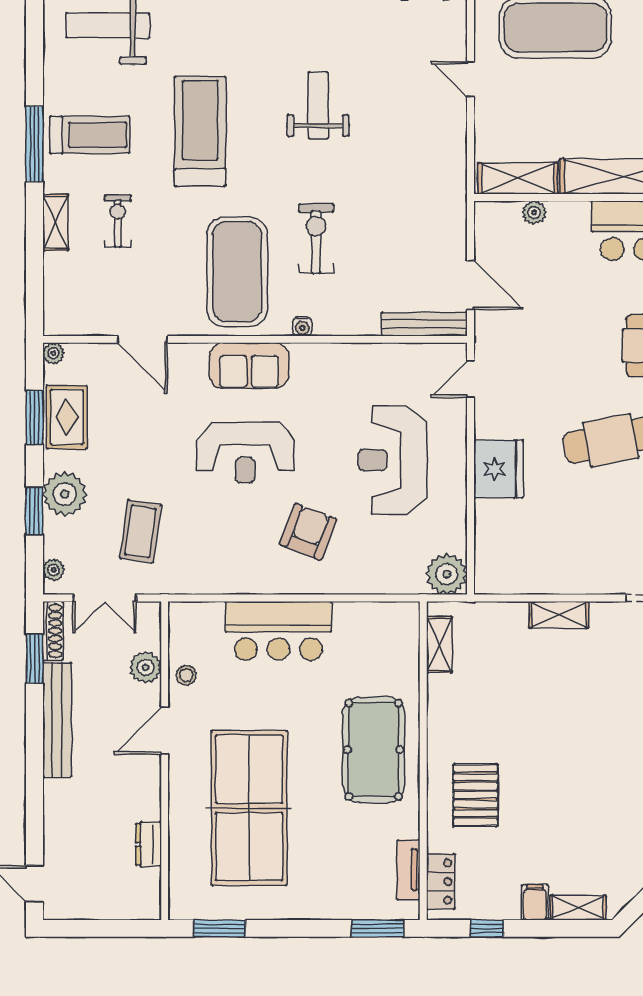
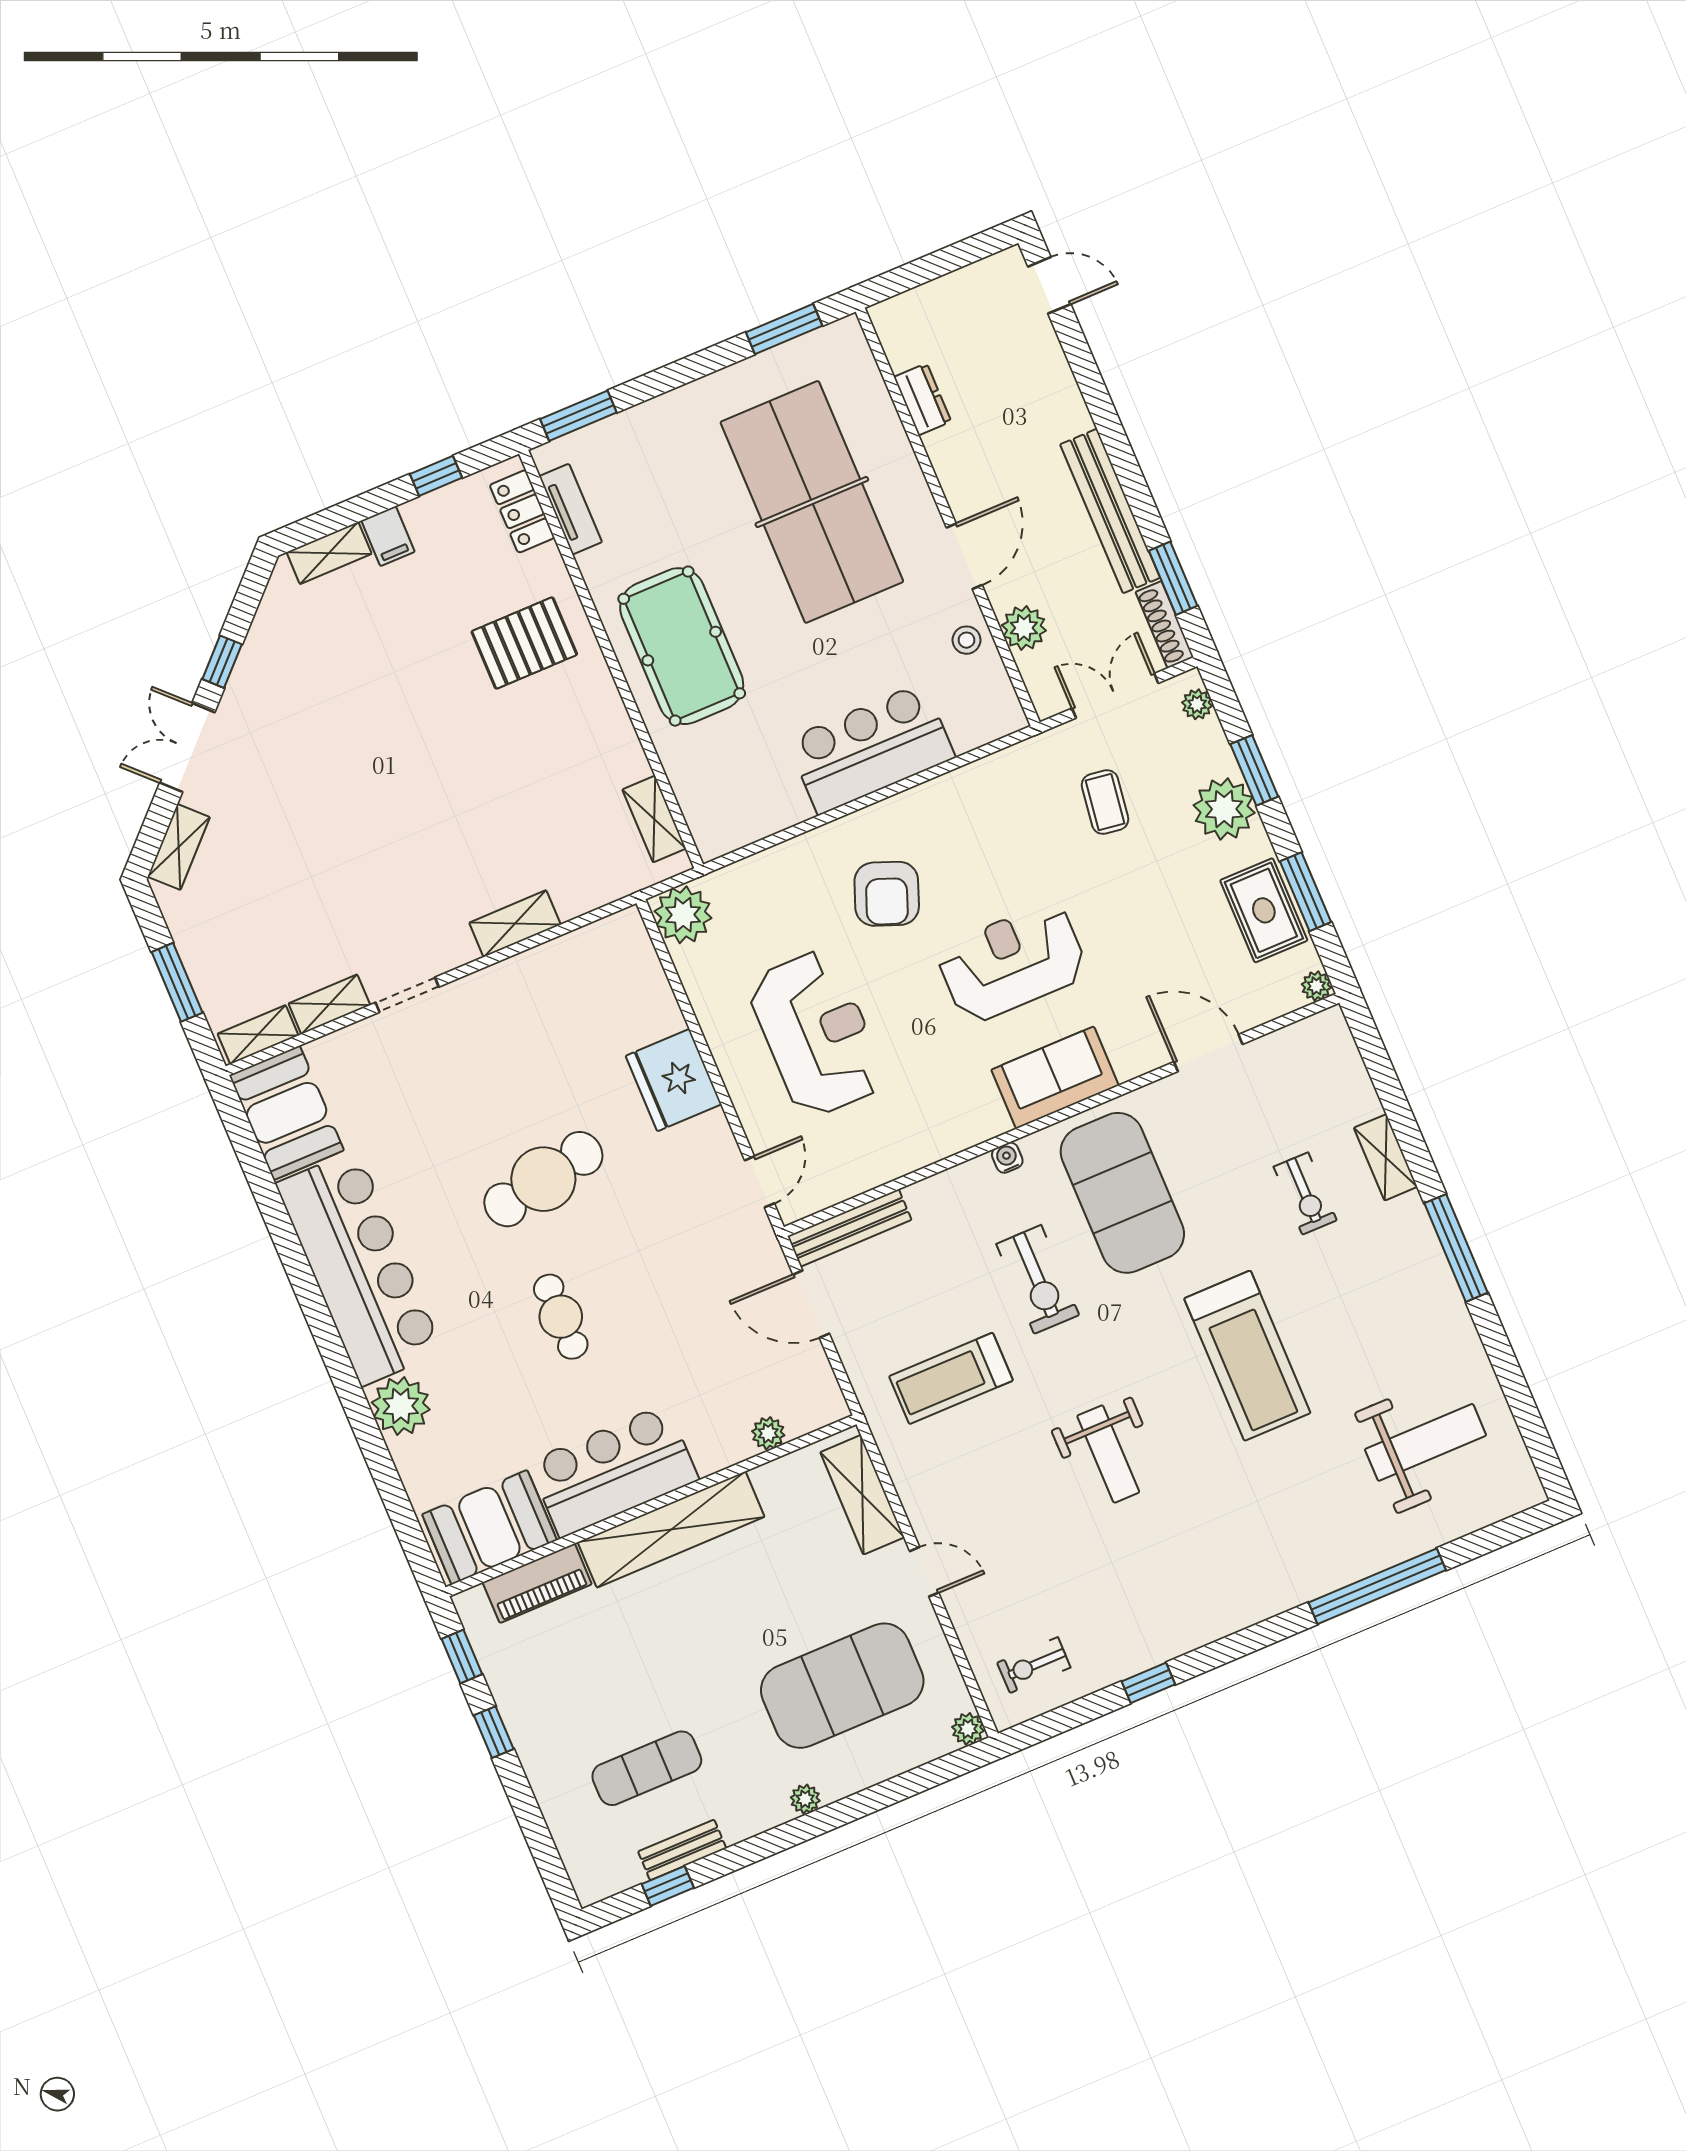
treadmill: (90, 135) -> (951, 1378), moved
shelving: (518, 178) -> (862, 1495), moved, turned 90
coffee table: (141, 531) -> (1105, 802), width x0.73, depth x0.77
pallet: (475, 795) -> (524, 643), turned 90

